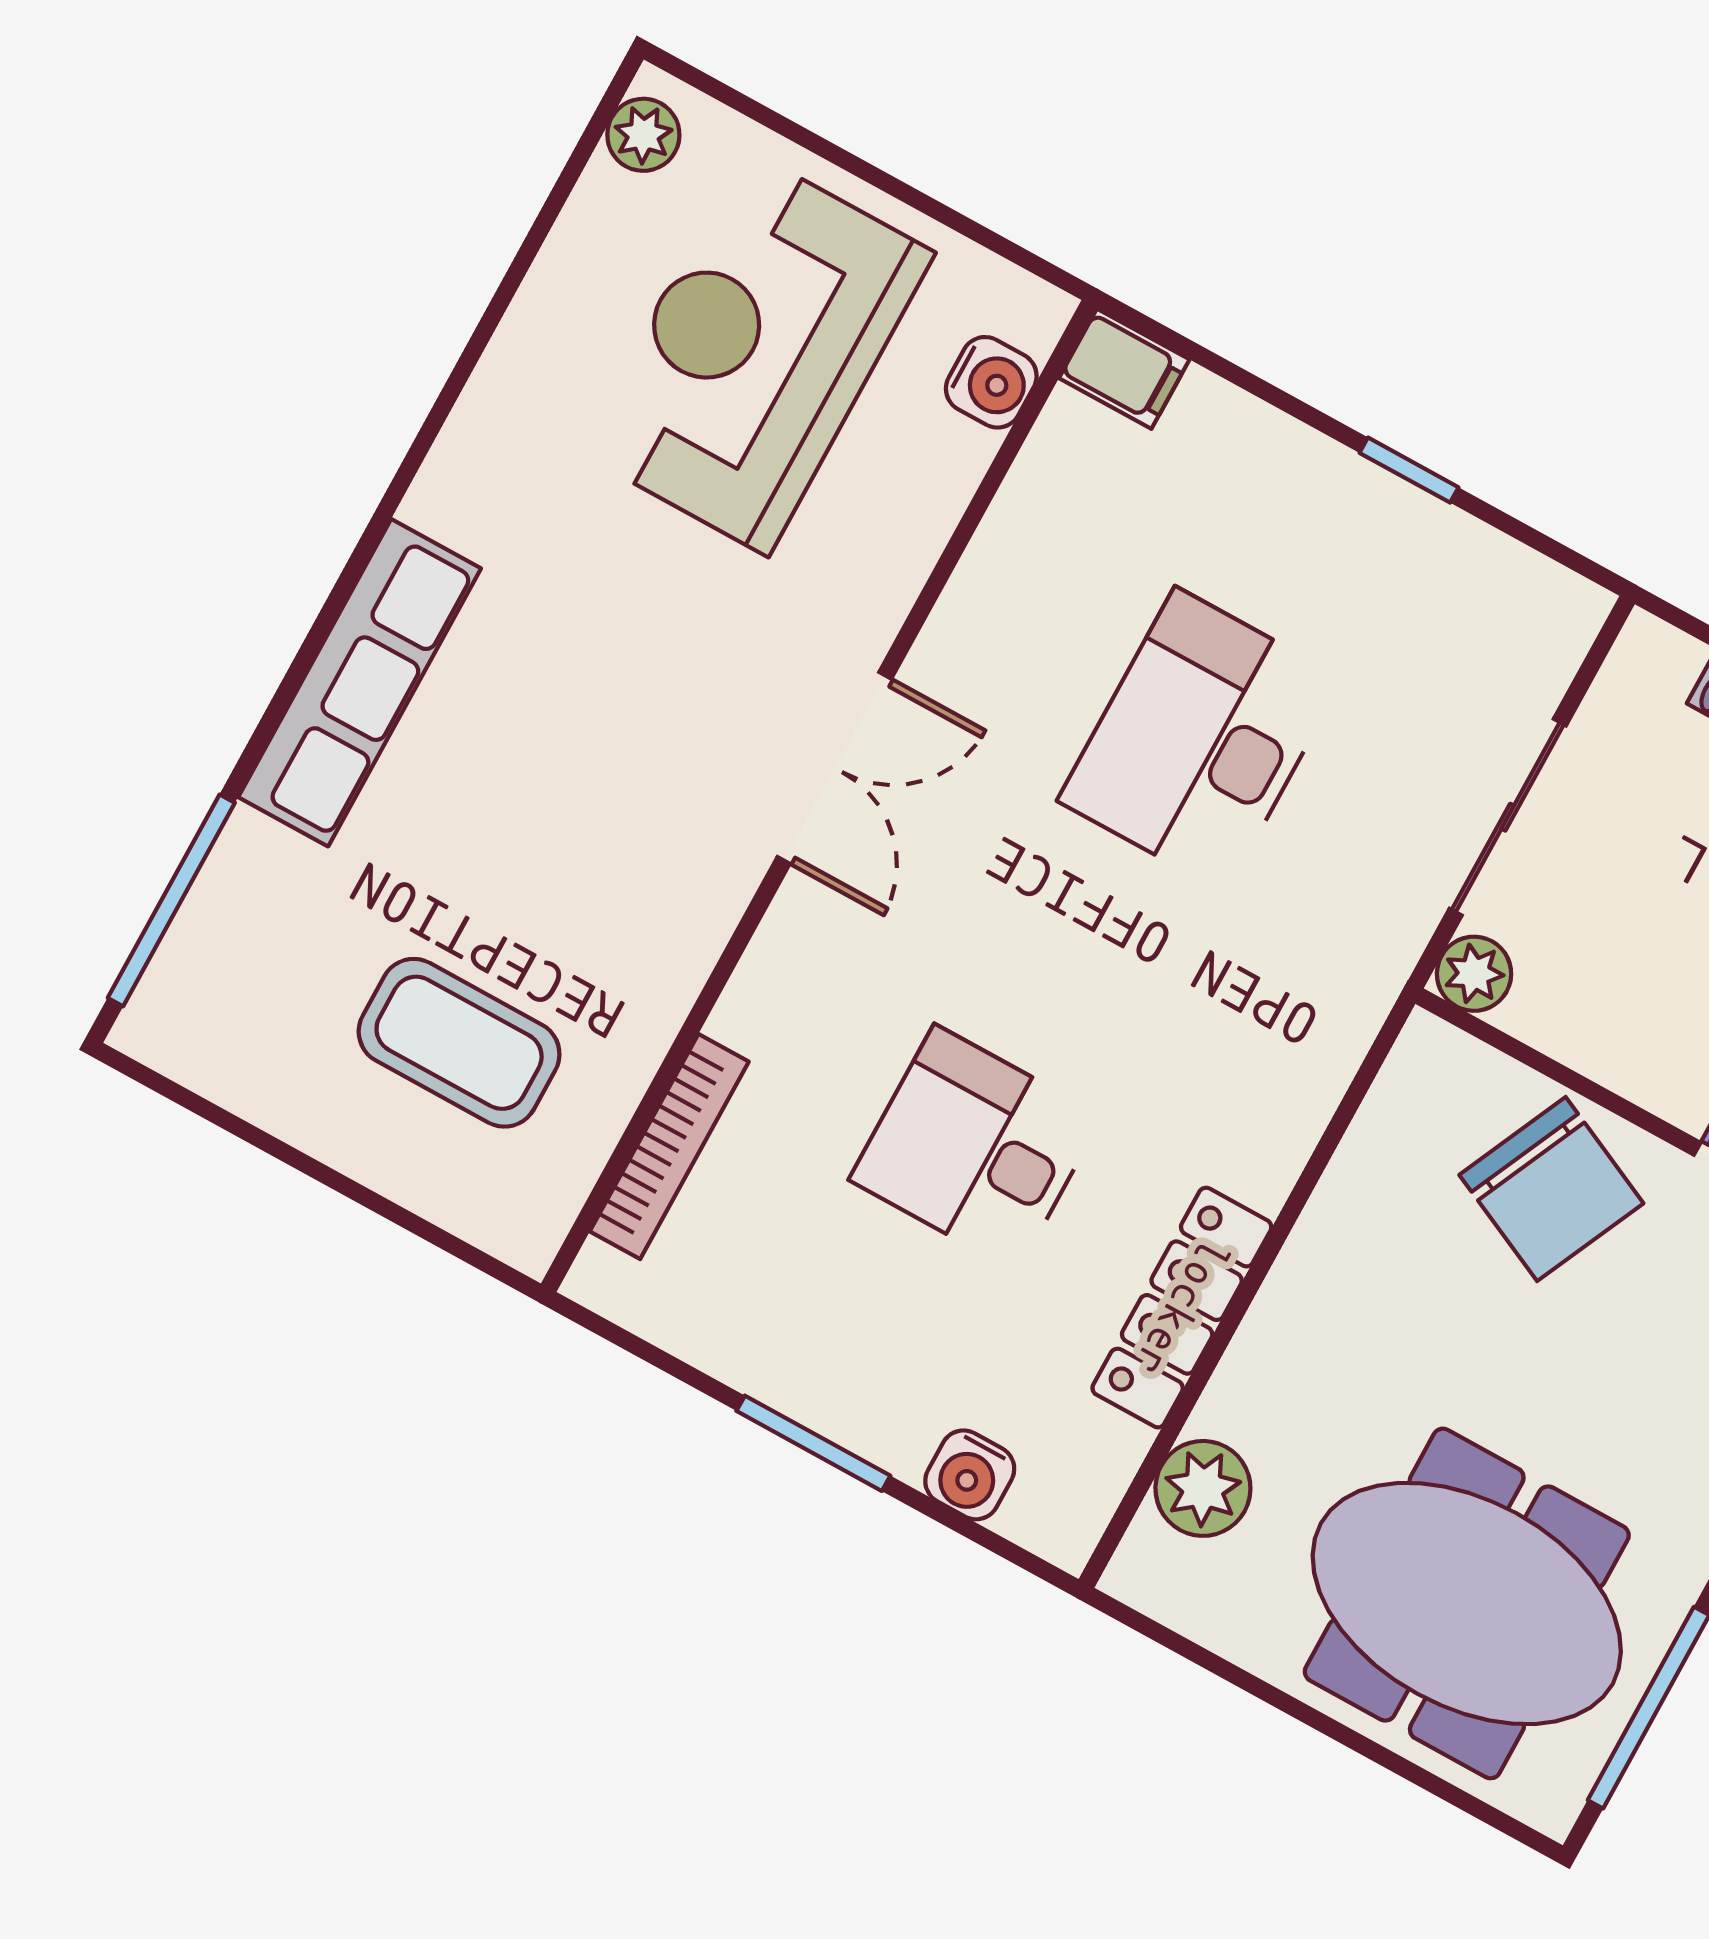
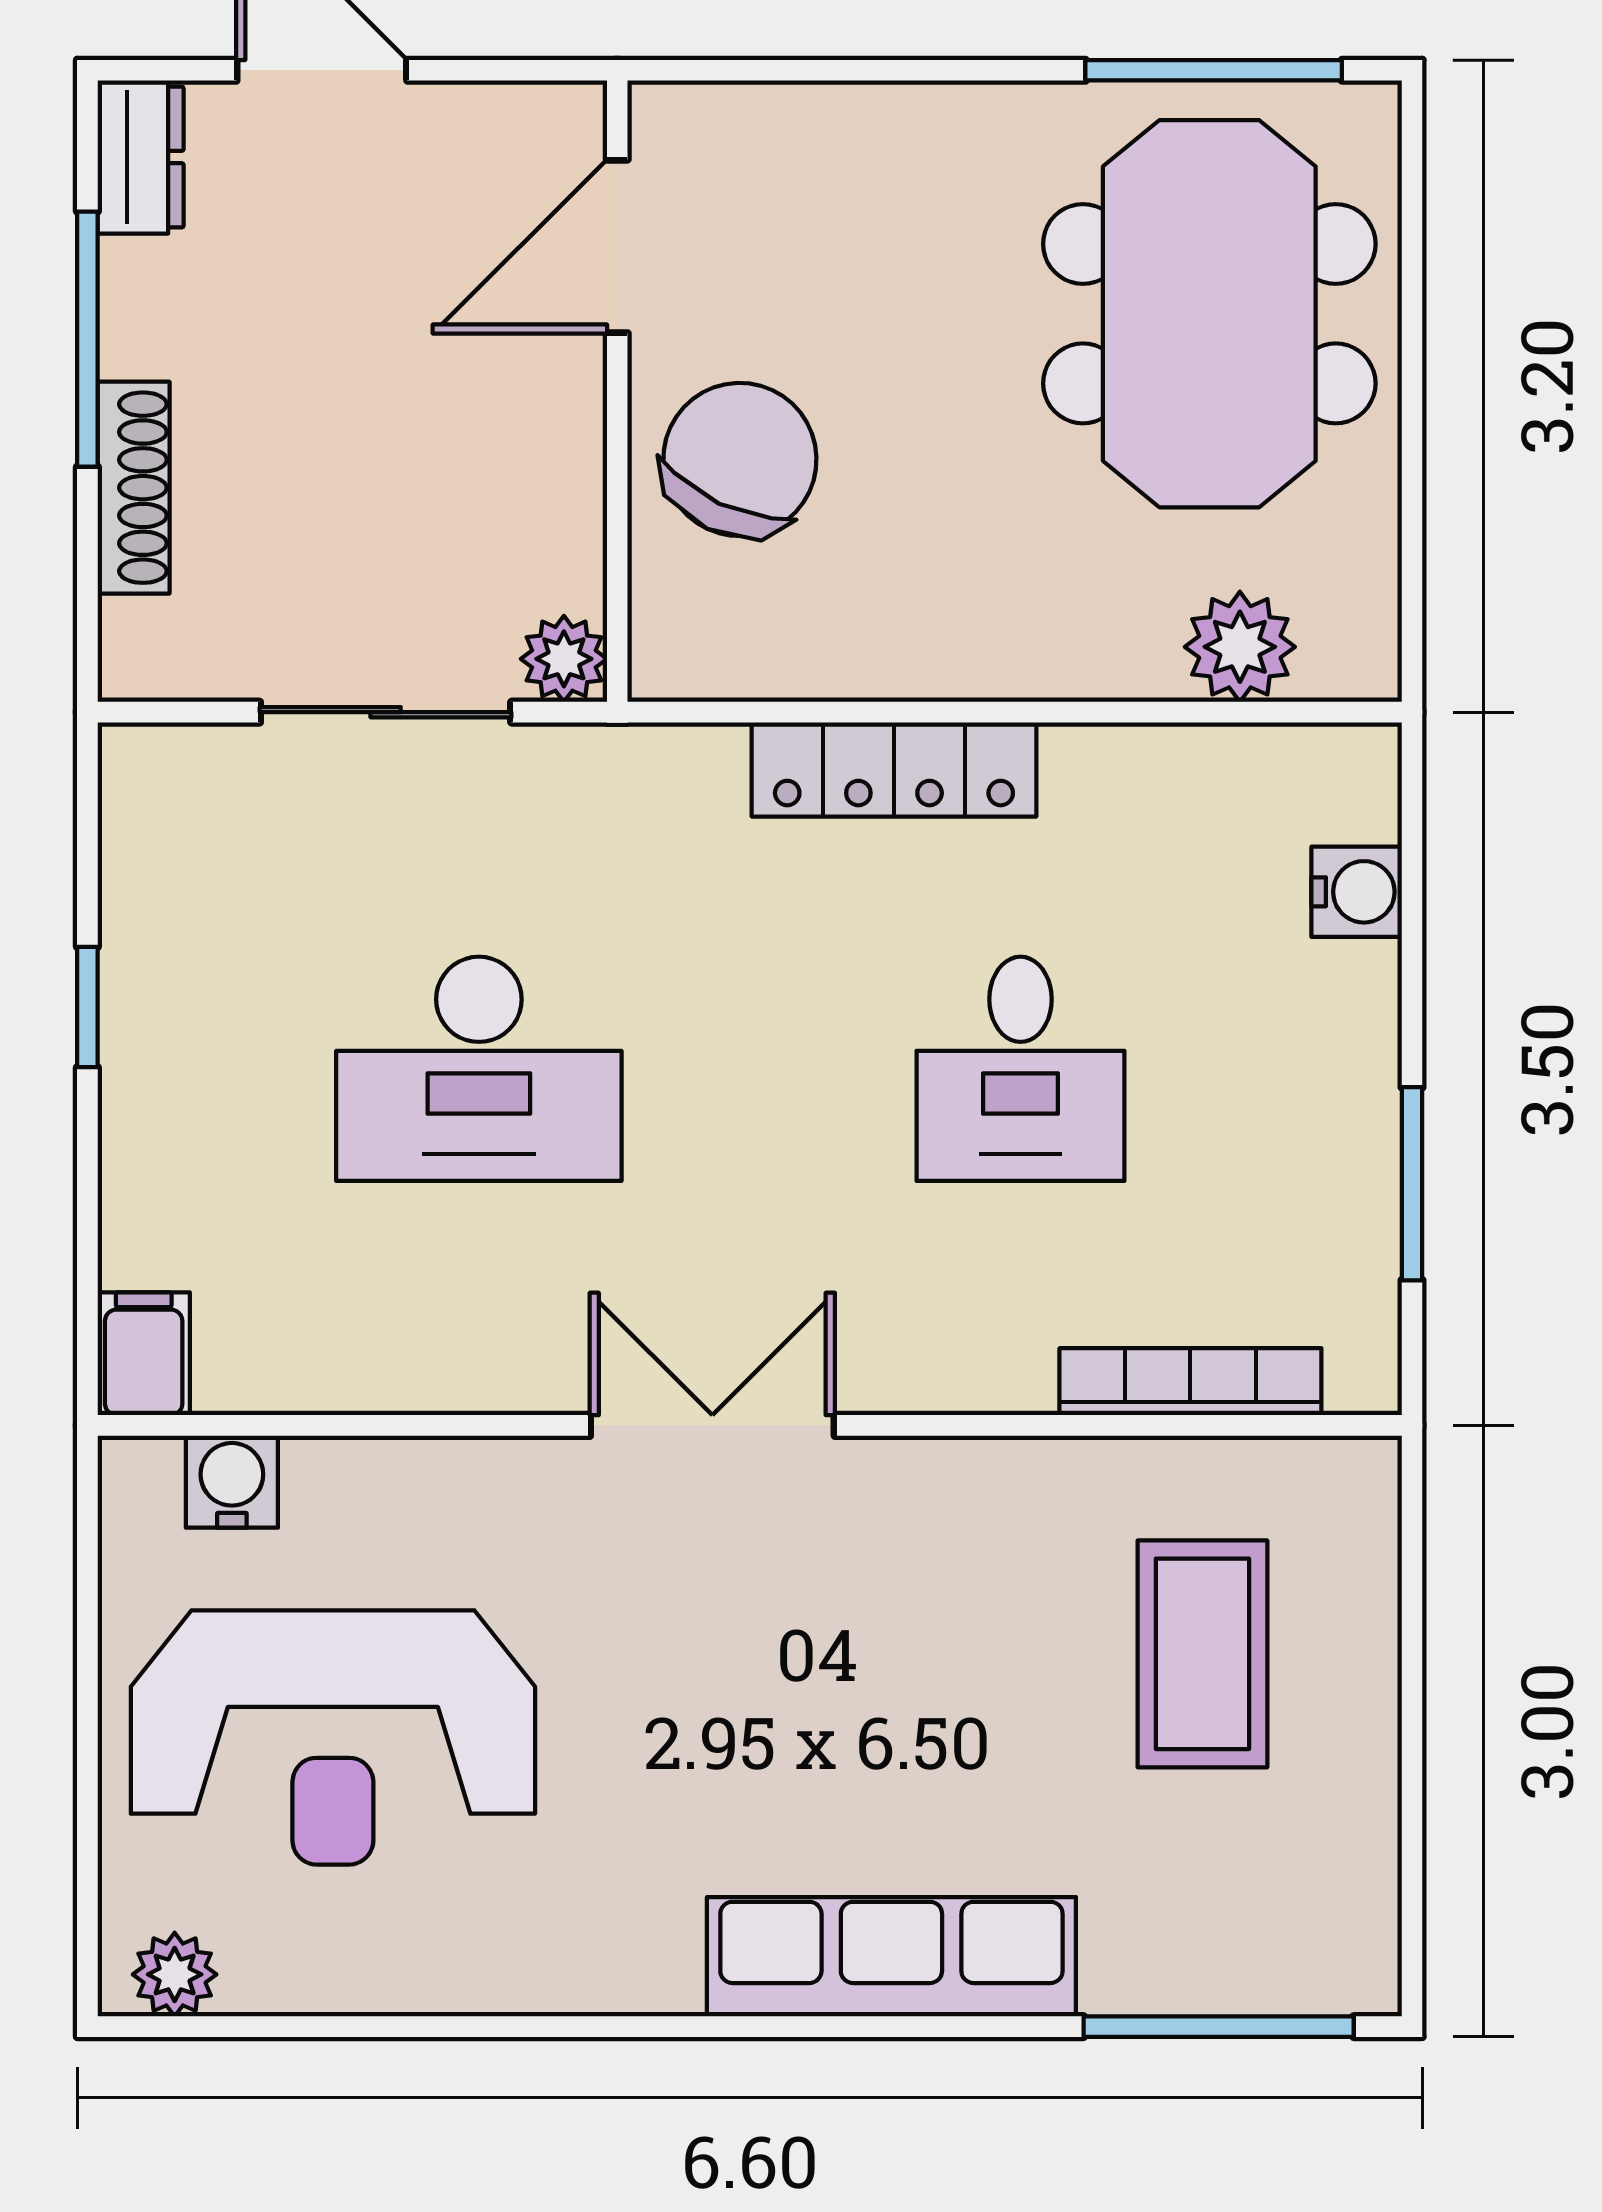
locker: (1182, 1308) -> (894, 769), moved
window: (813, 1443) -> (1412, 1184), moved

